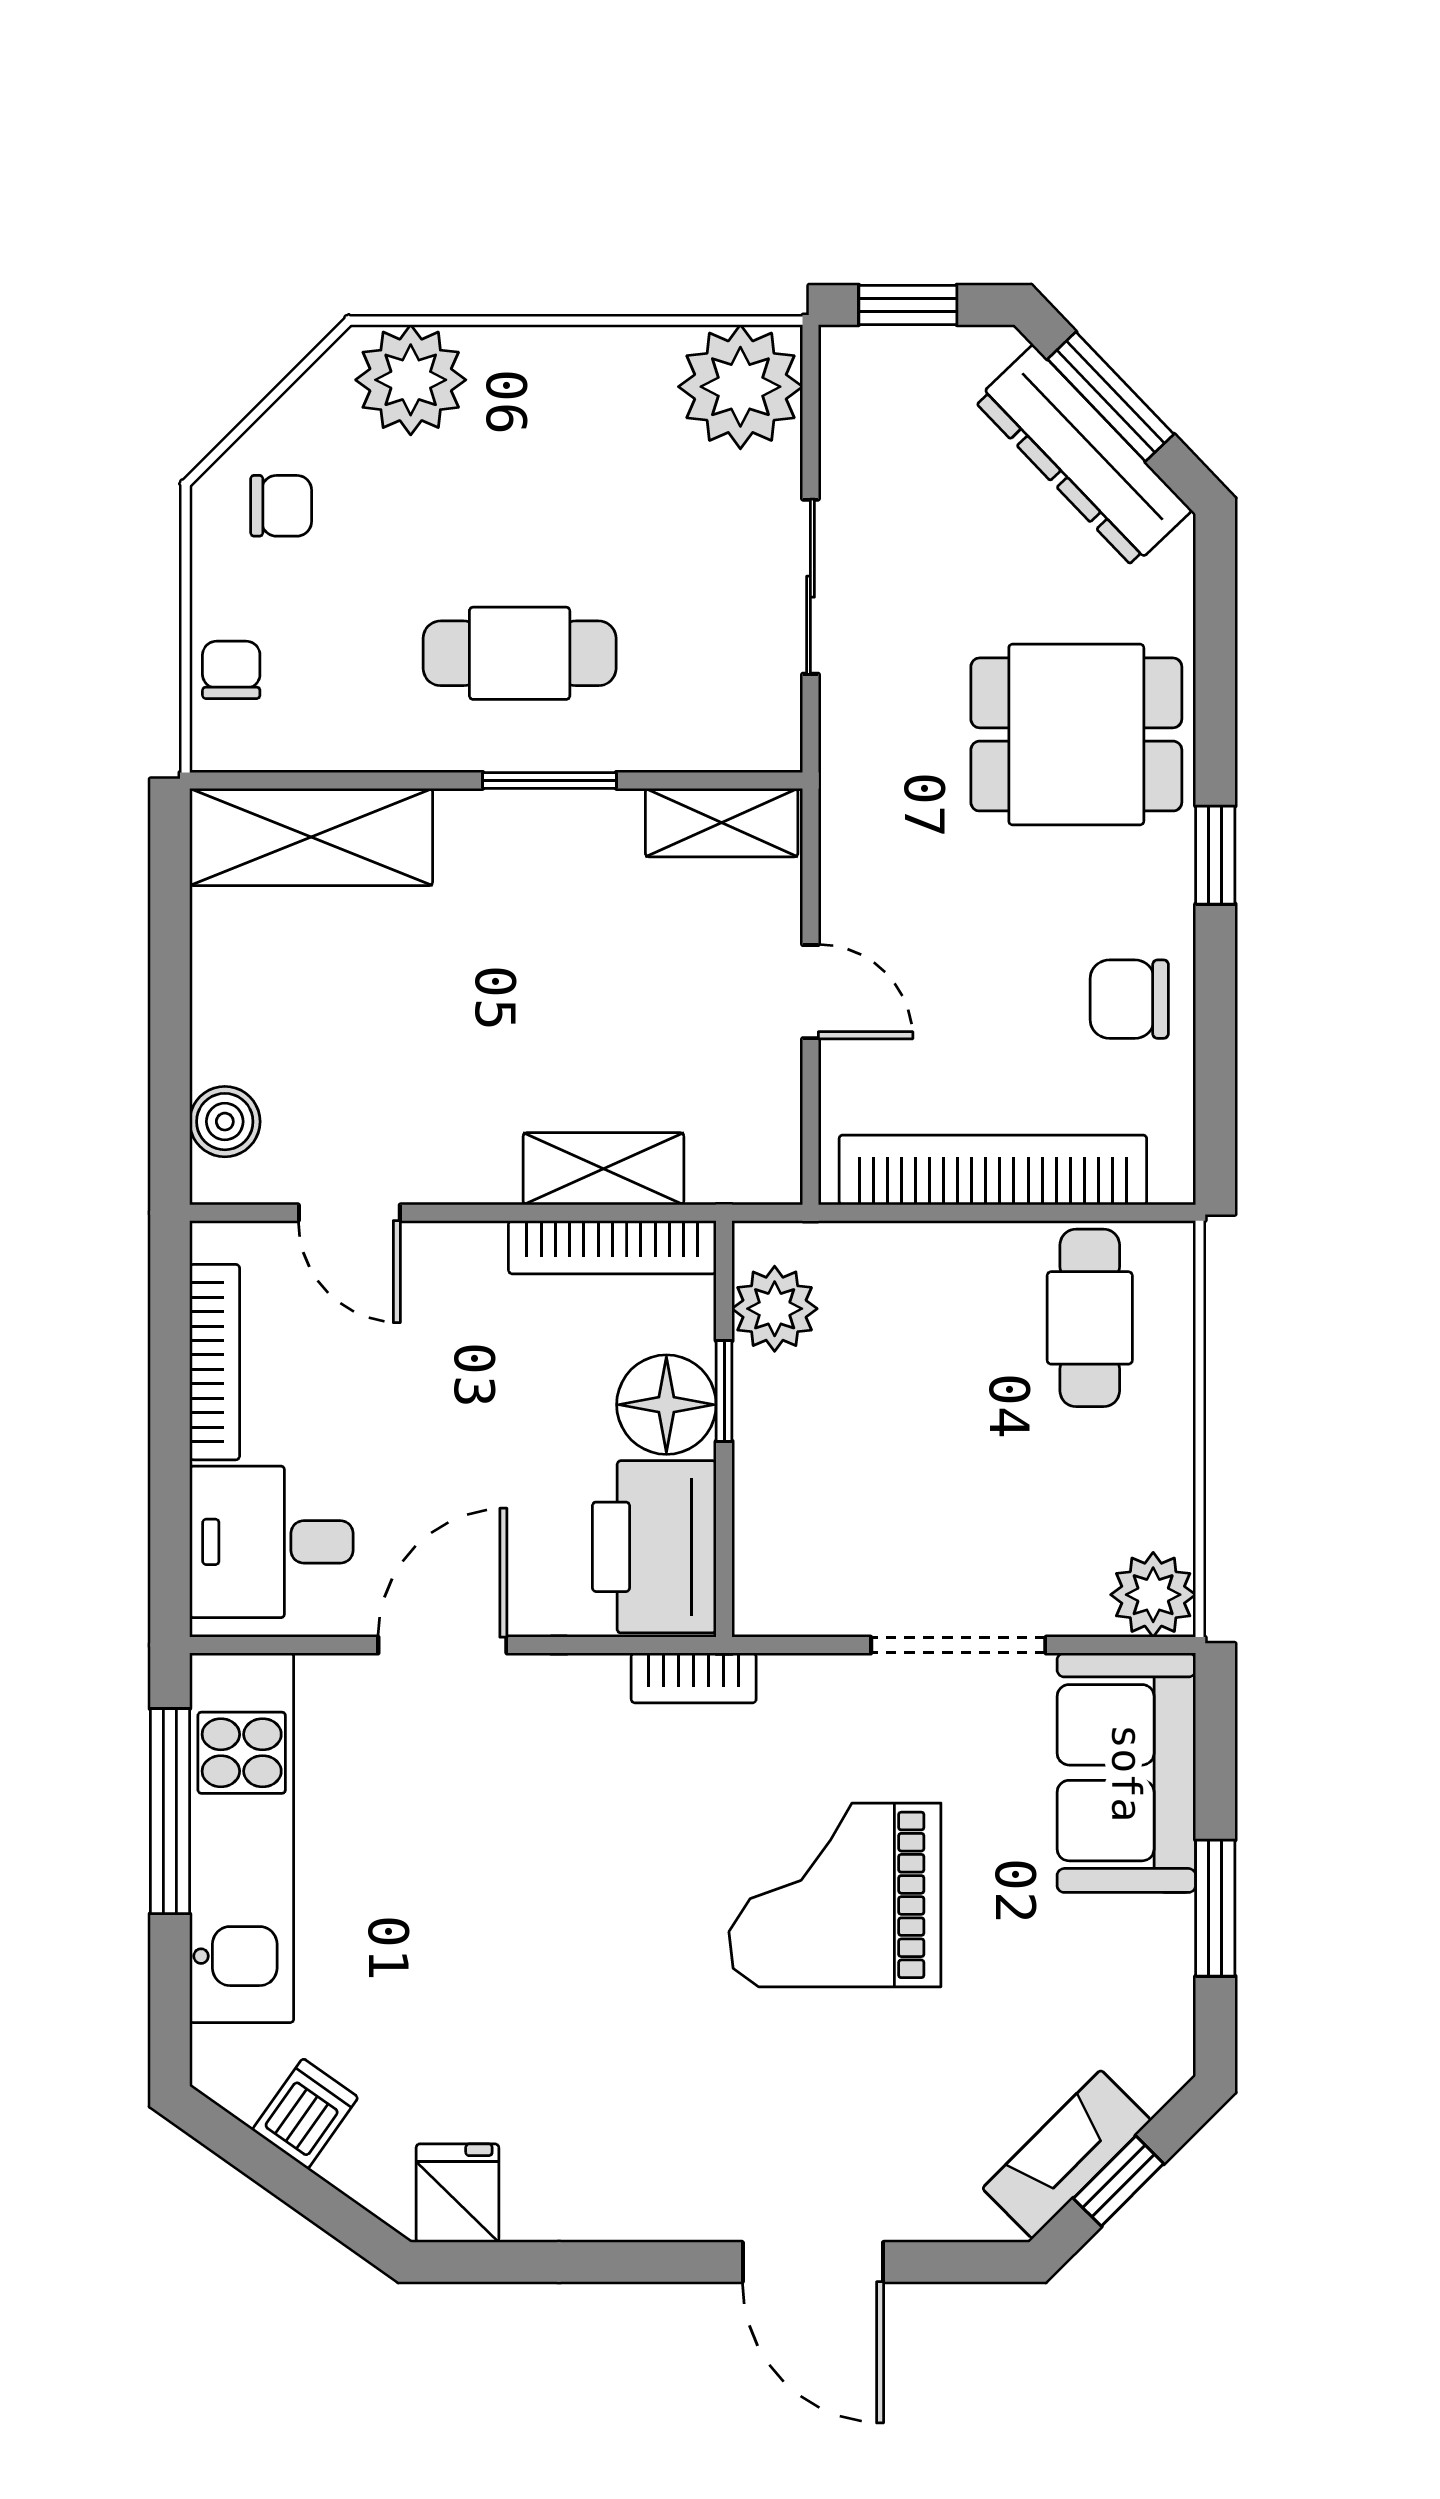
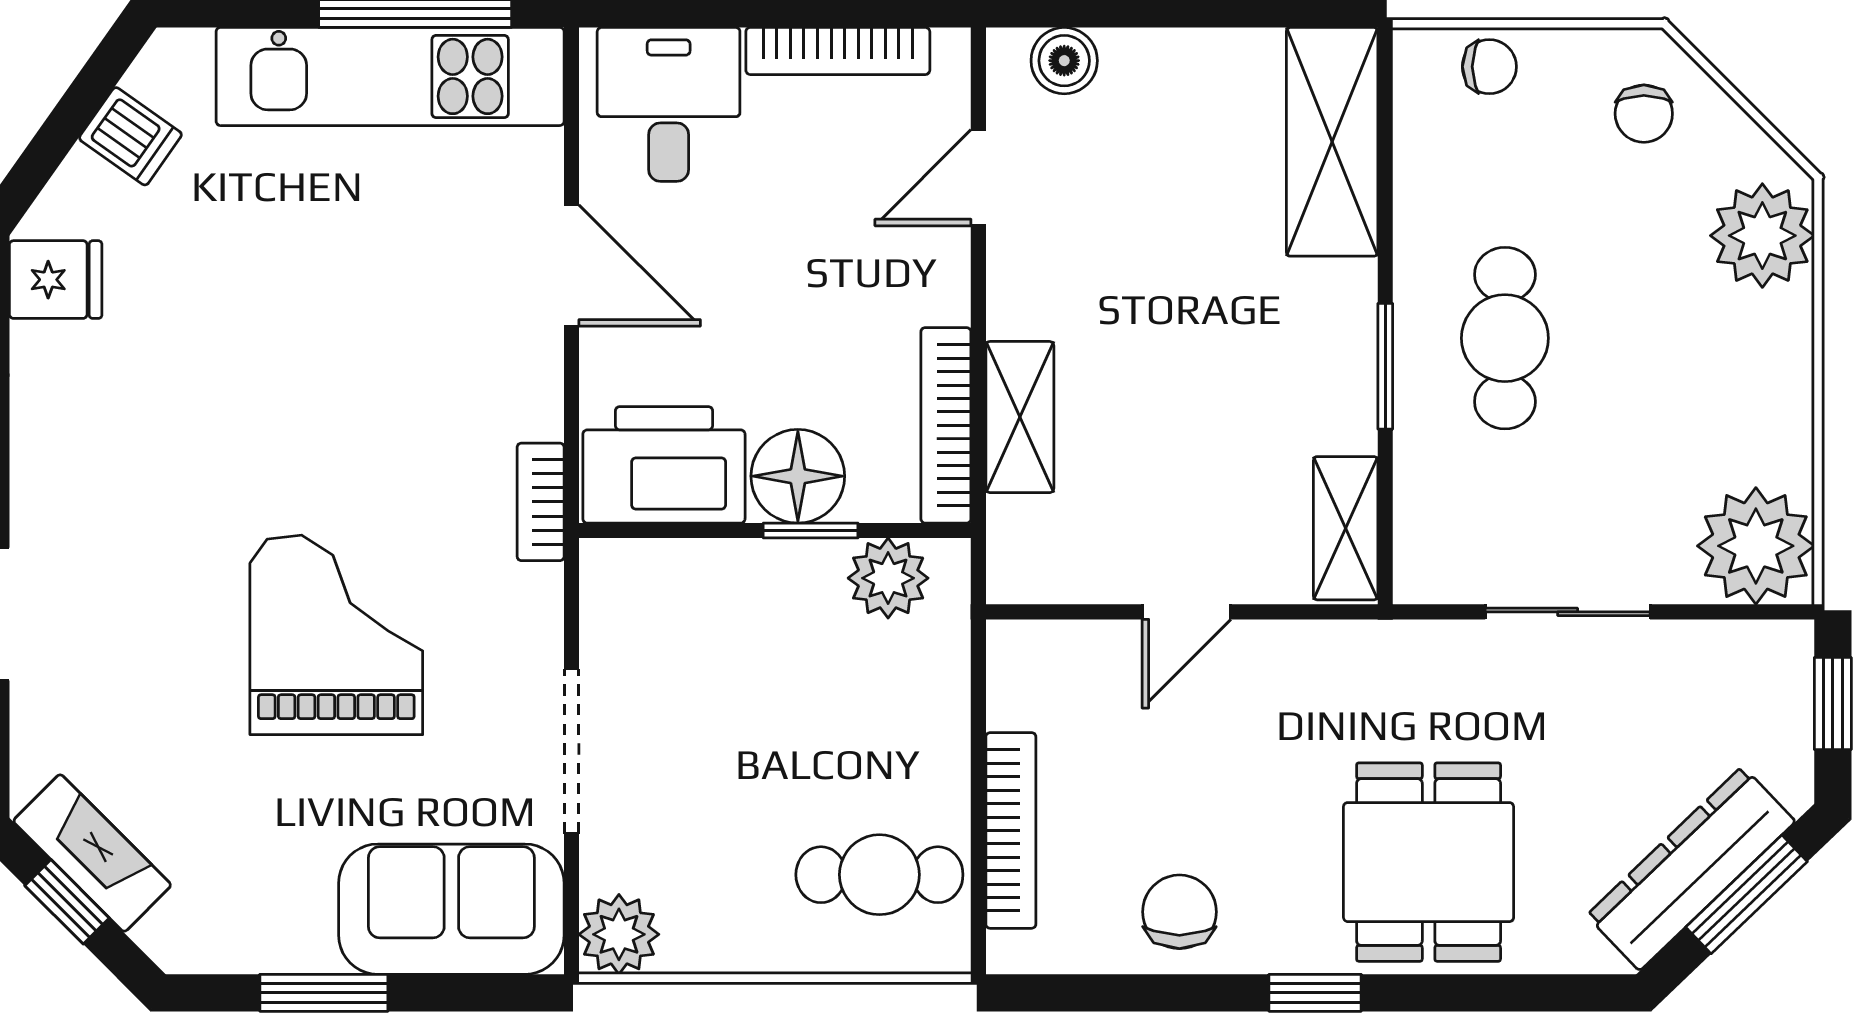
bookcase: (993, 1170) -> (1011, 830), width x0.68, depth x0.76

